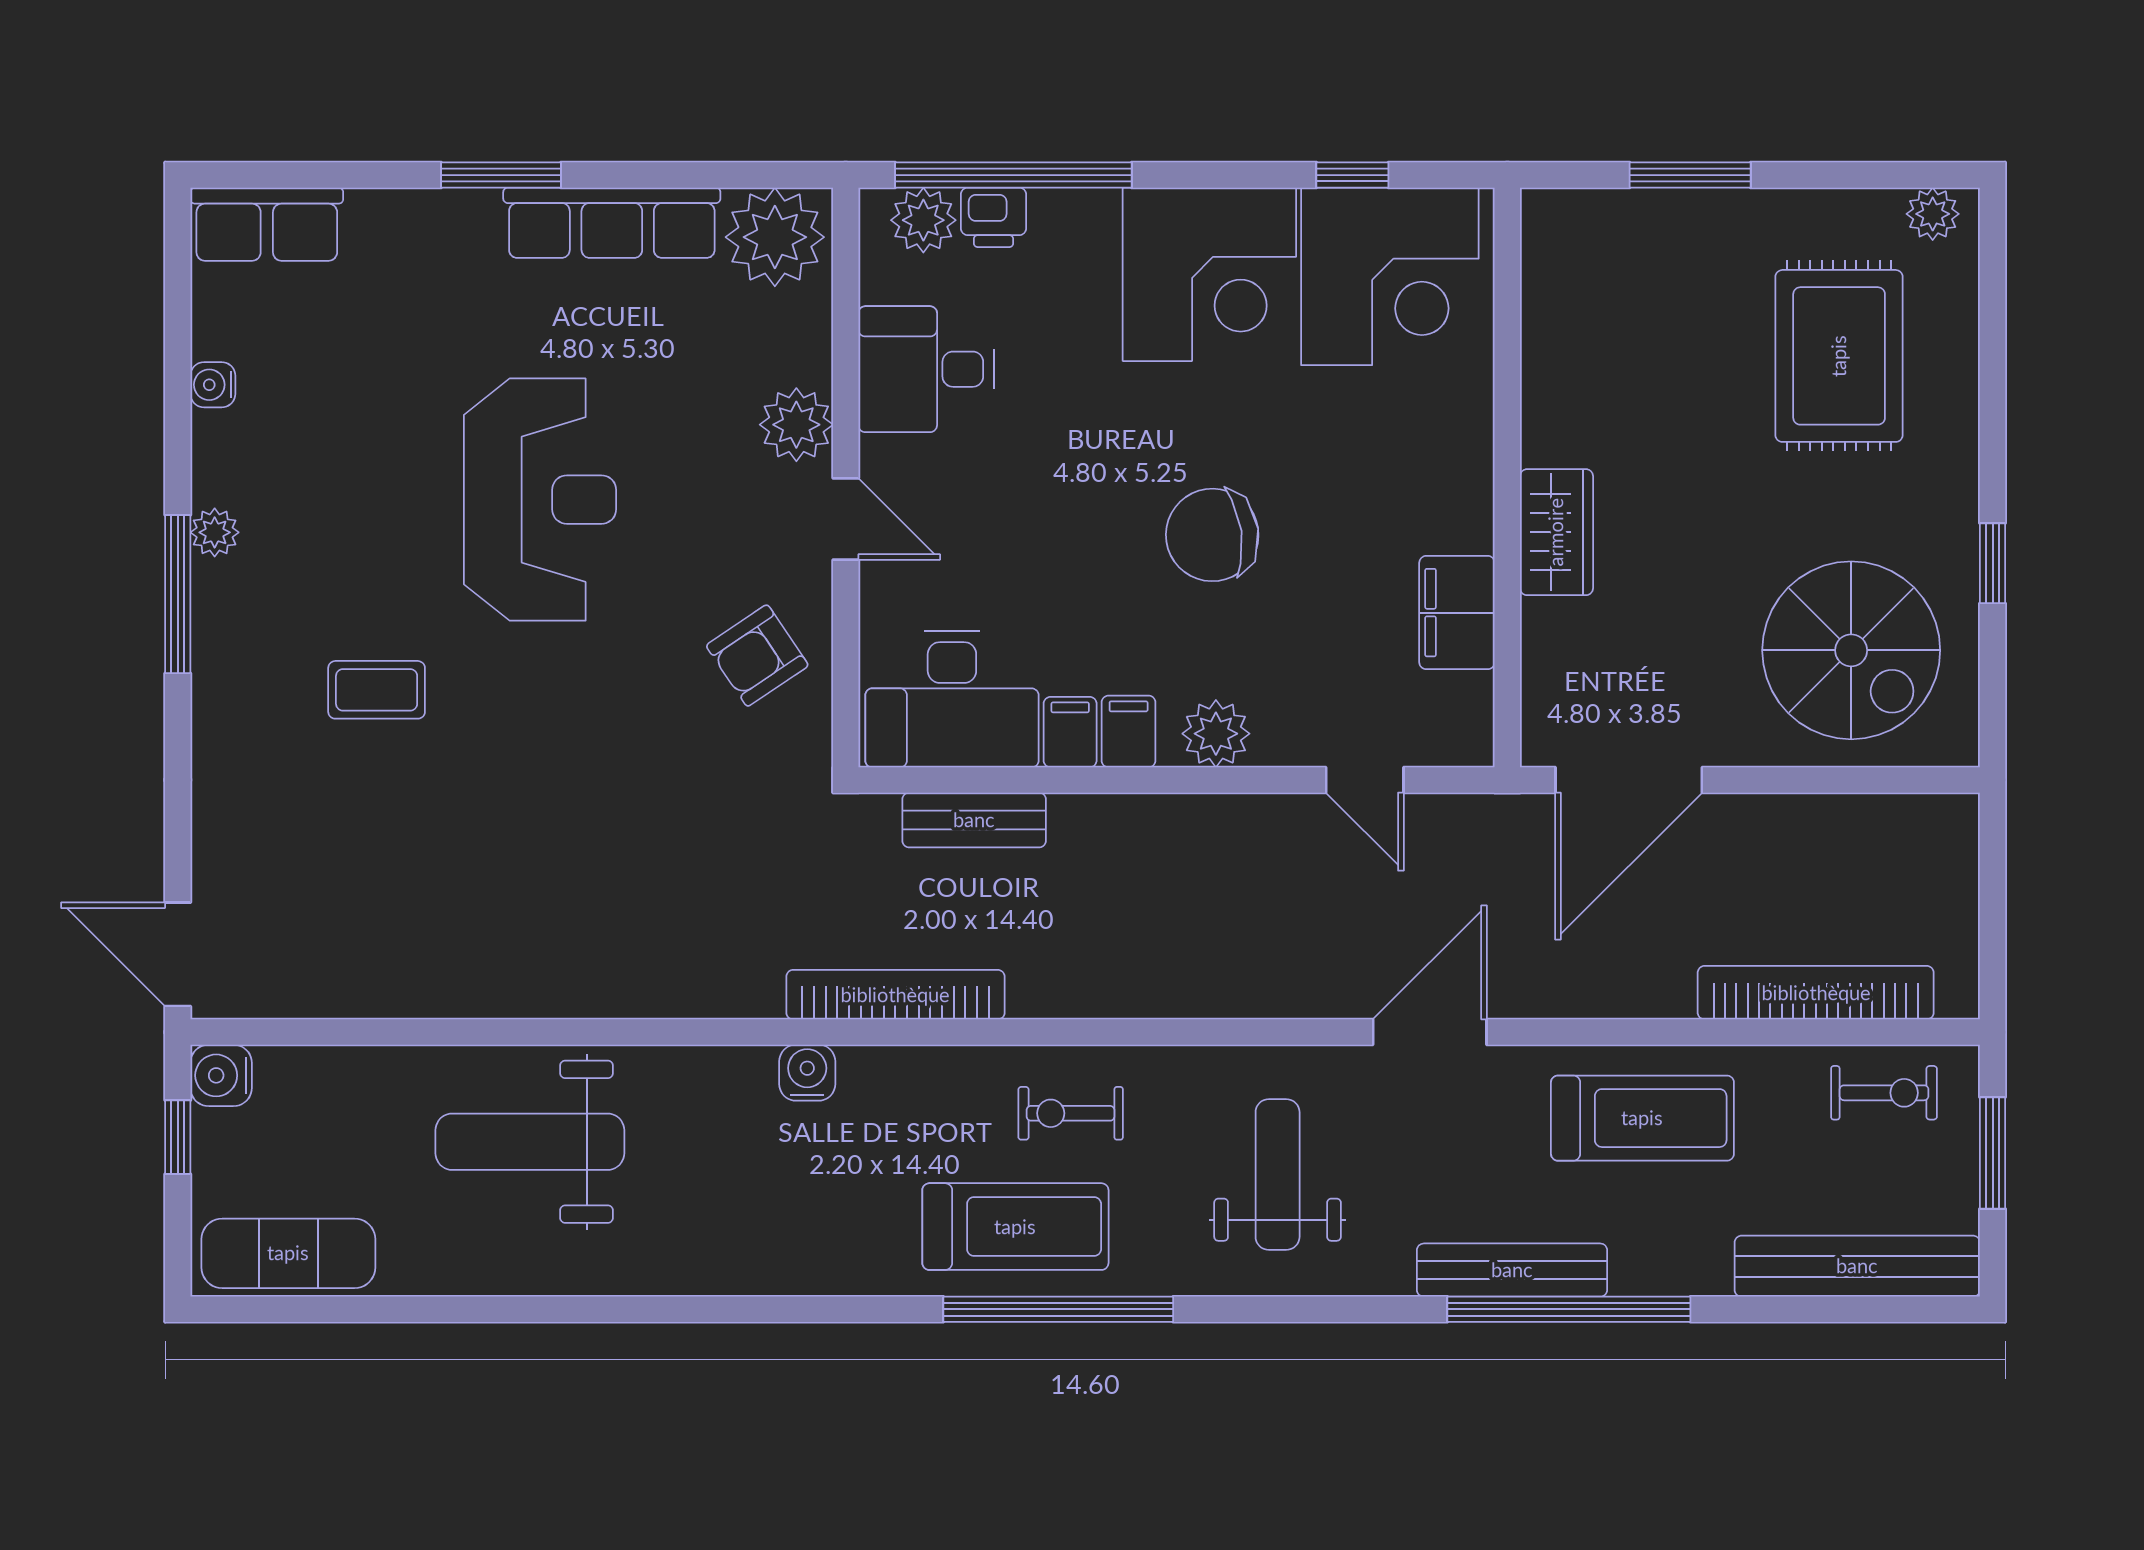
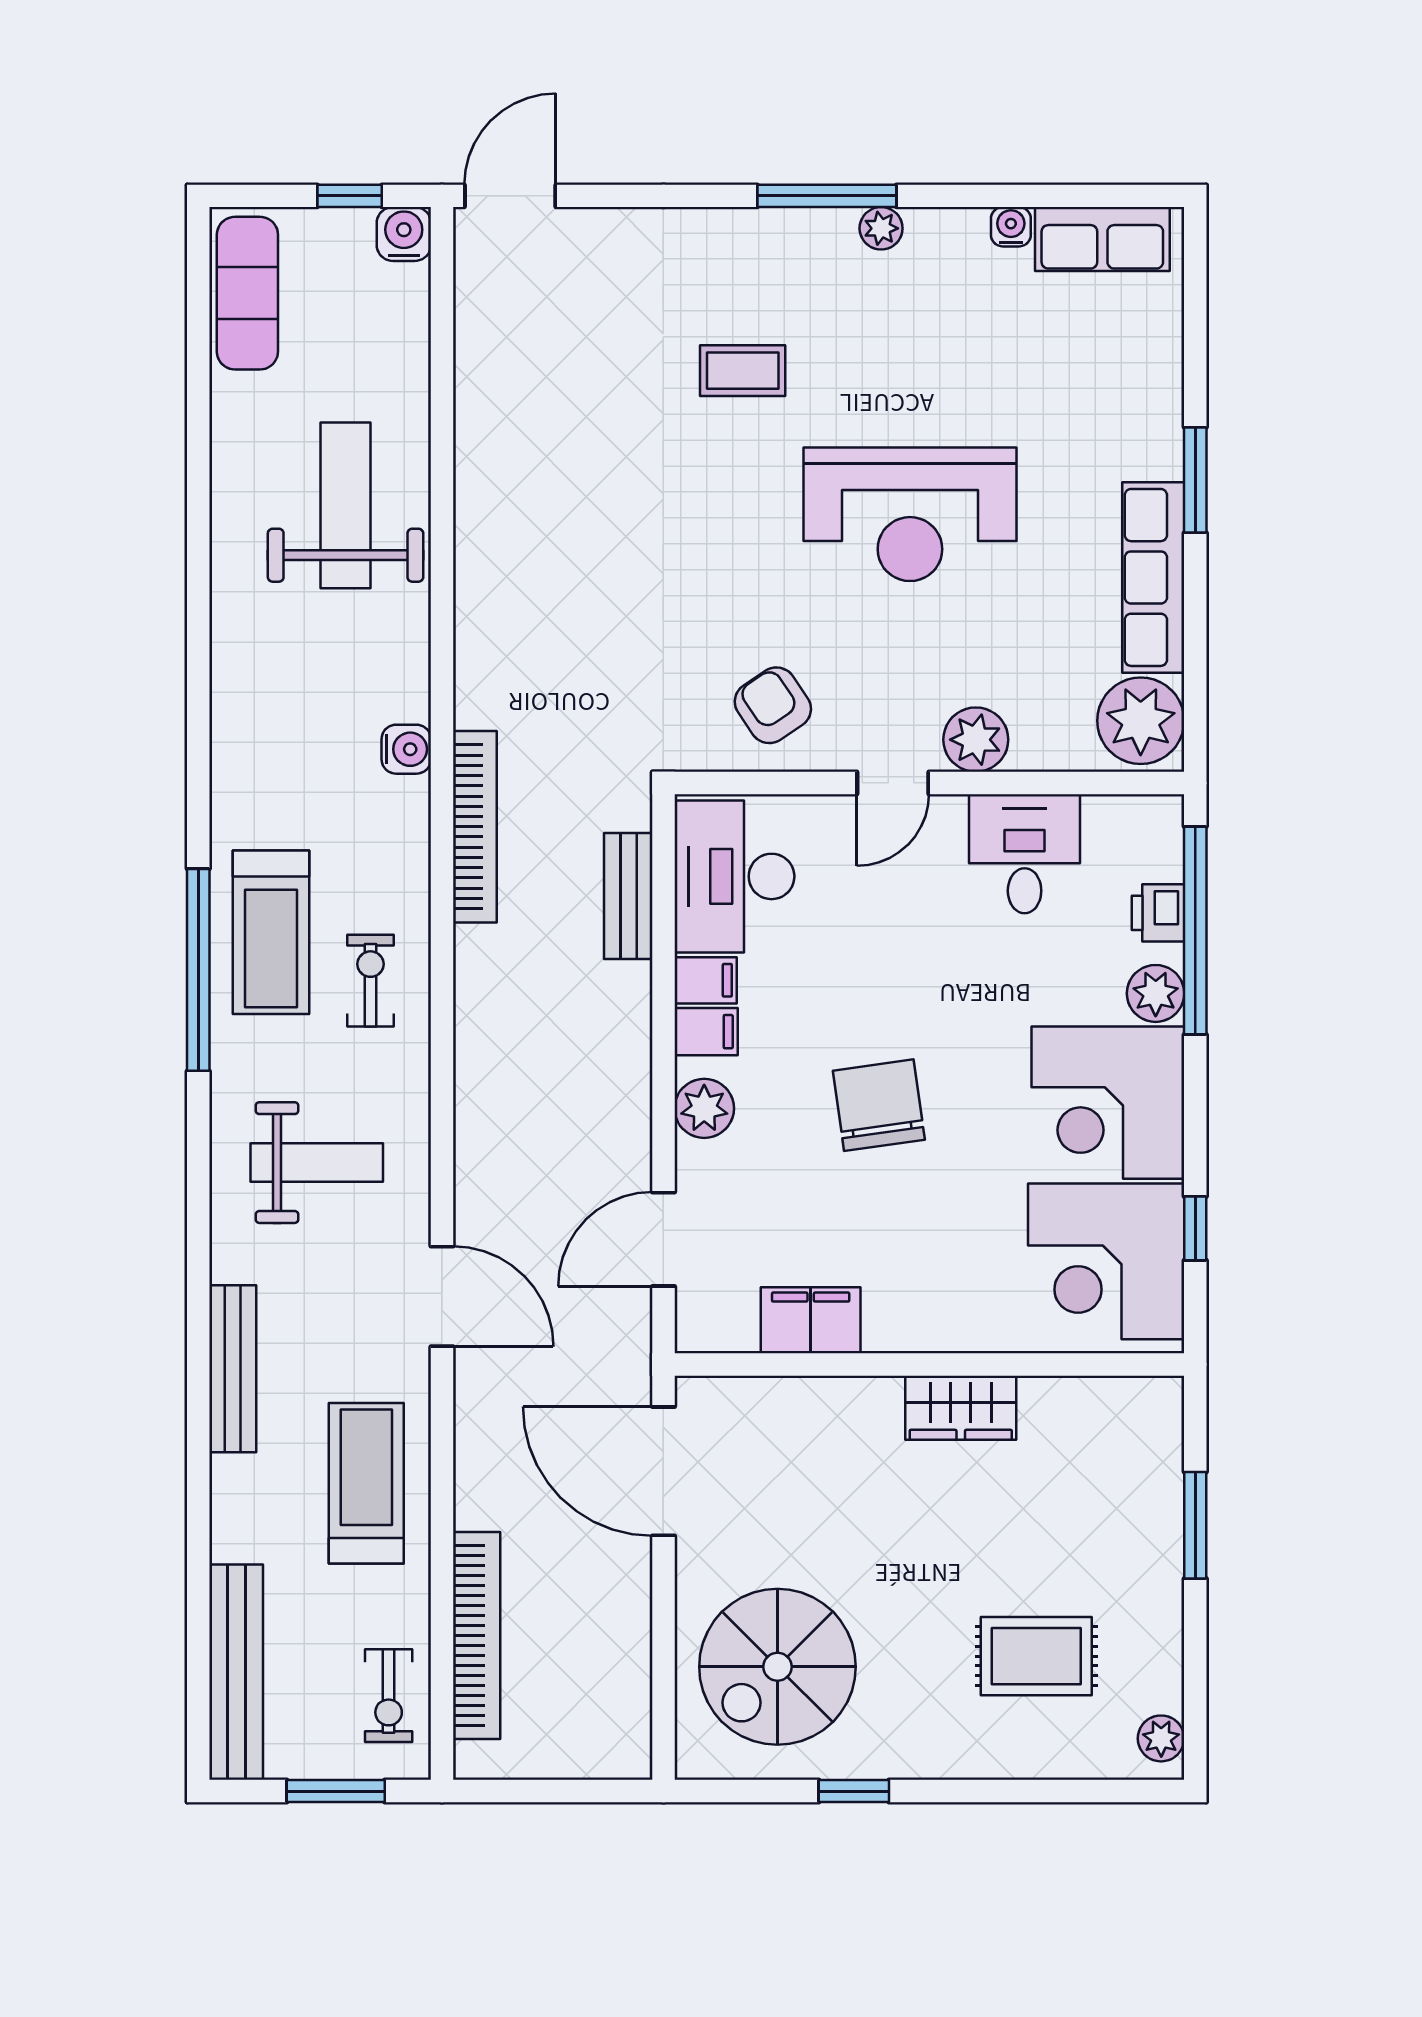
plant: (923, 220) -> (1156, 993), moved
row of seats: (267, 224) -> (1102, 239), moved, turned -90
rug: (1839, 356) -> (1036, 1656), width x0.73, depth x0.70
wardrobe: (1556, 532) -> (961, 1408), moved
coffee table: (377, 690) -> (743, 371), turned 90
door: (1365, 780) -> (663, 1239), width x1.38
treadmill: (1642, 1118) -> (366, 1483), turned 180
window: (1569, 1309) -> (198, 1419), removed

